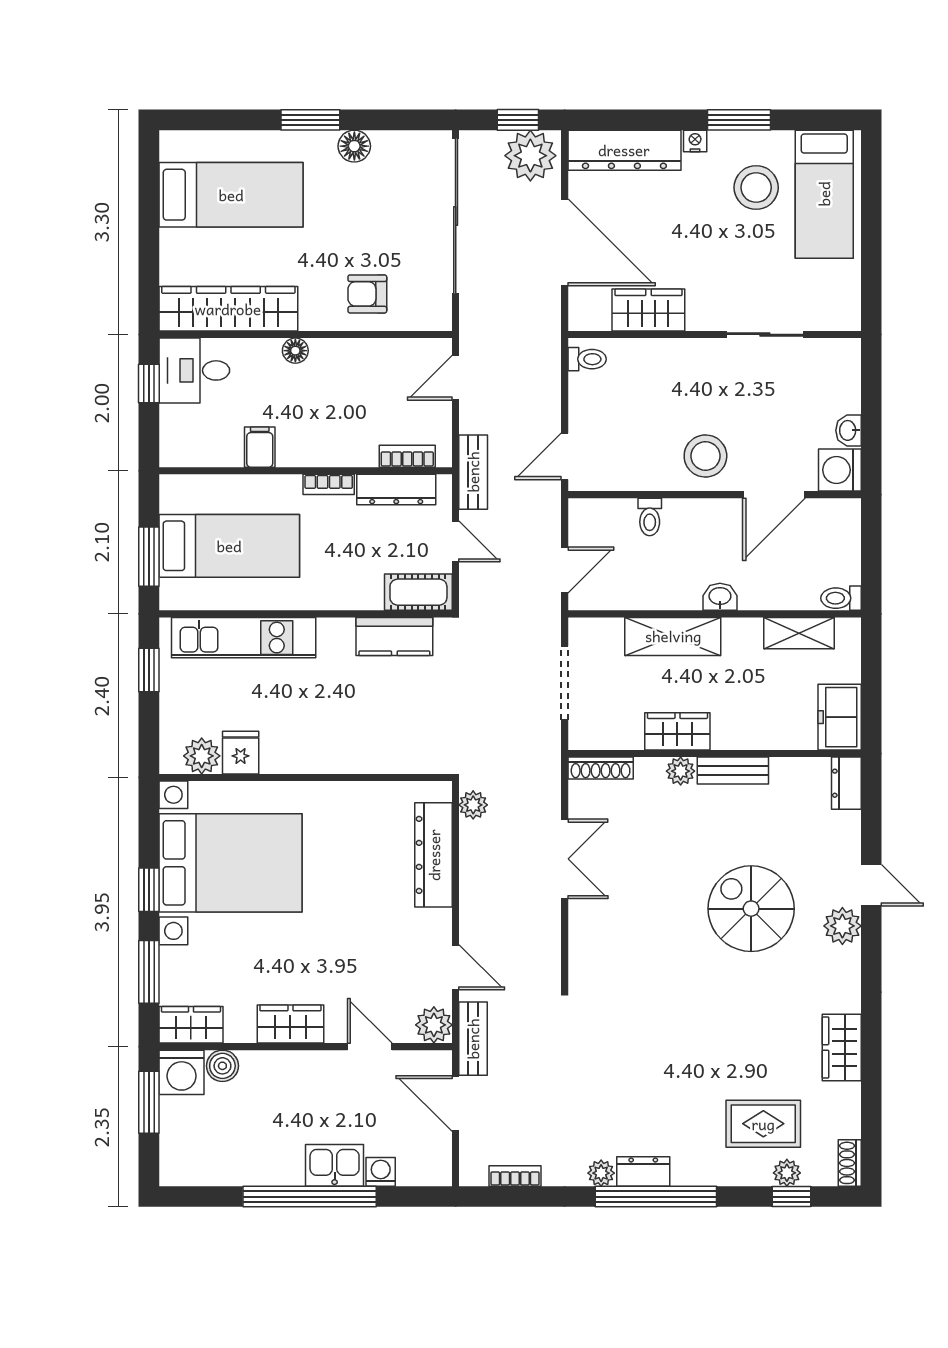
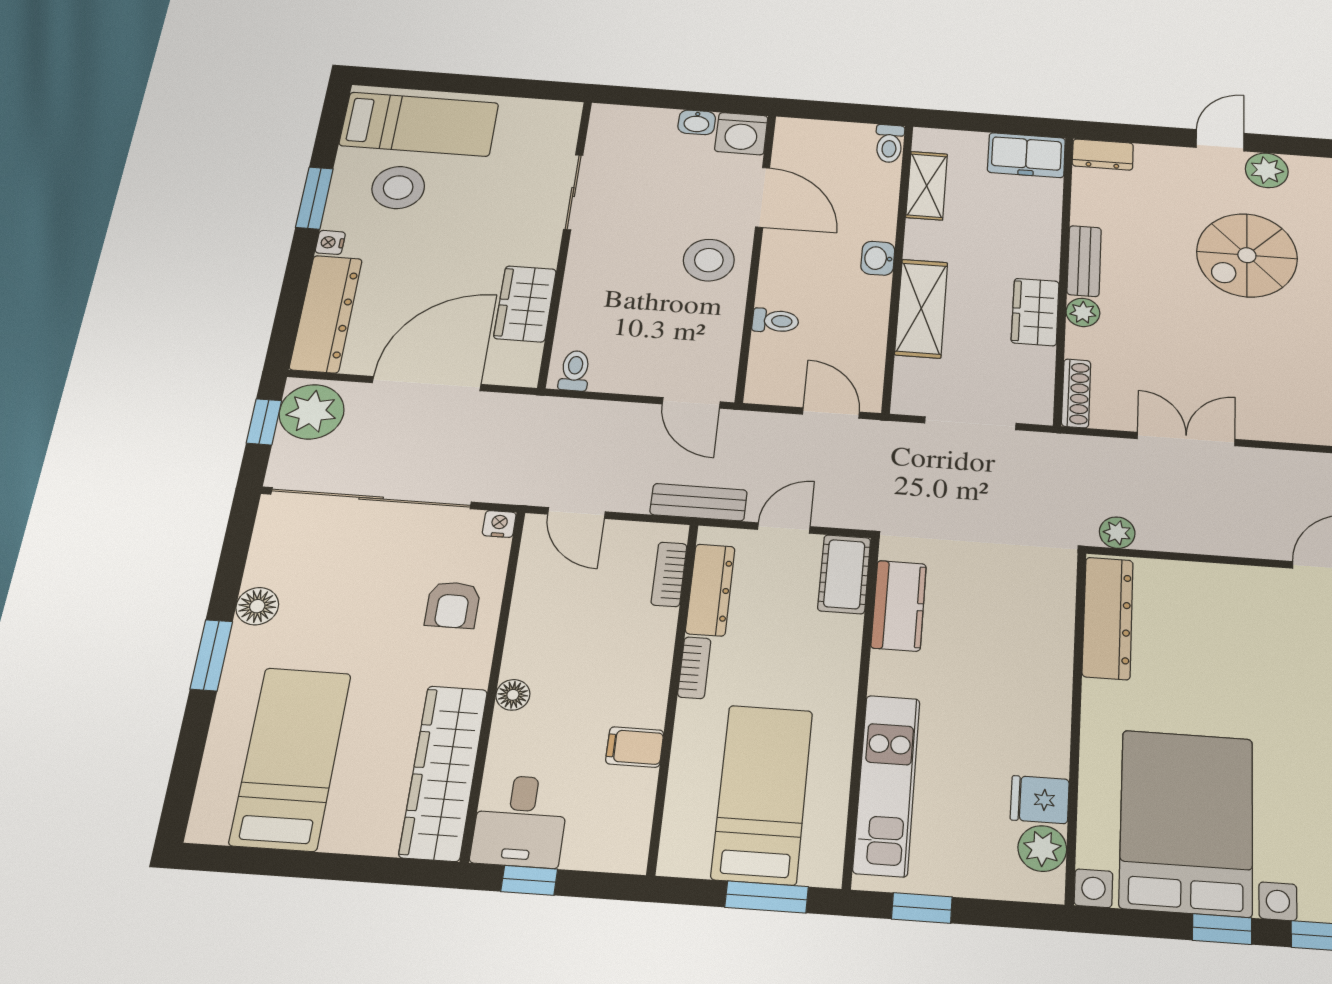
nightstand: (441, 319) -> (499, 524), added
dresser: (434, 855) -> (1108, 618), moved, turned -90

